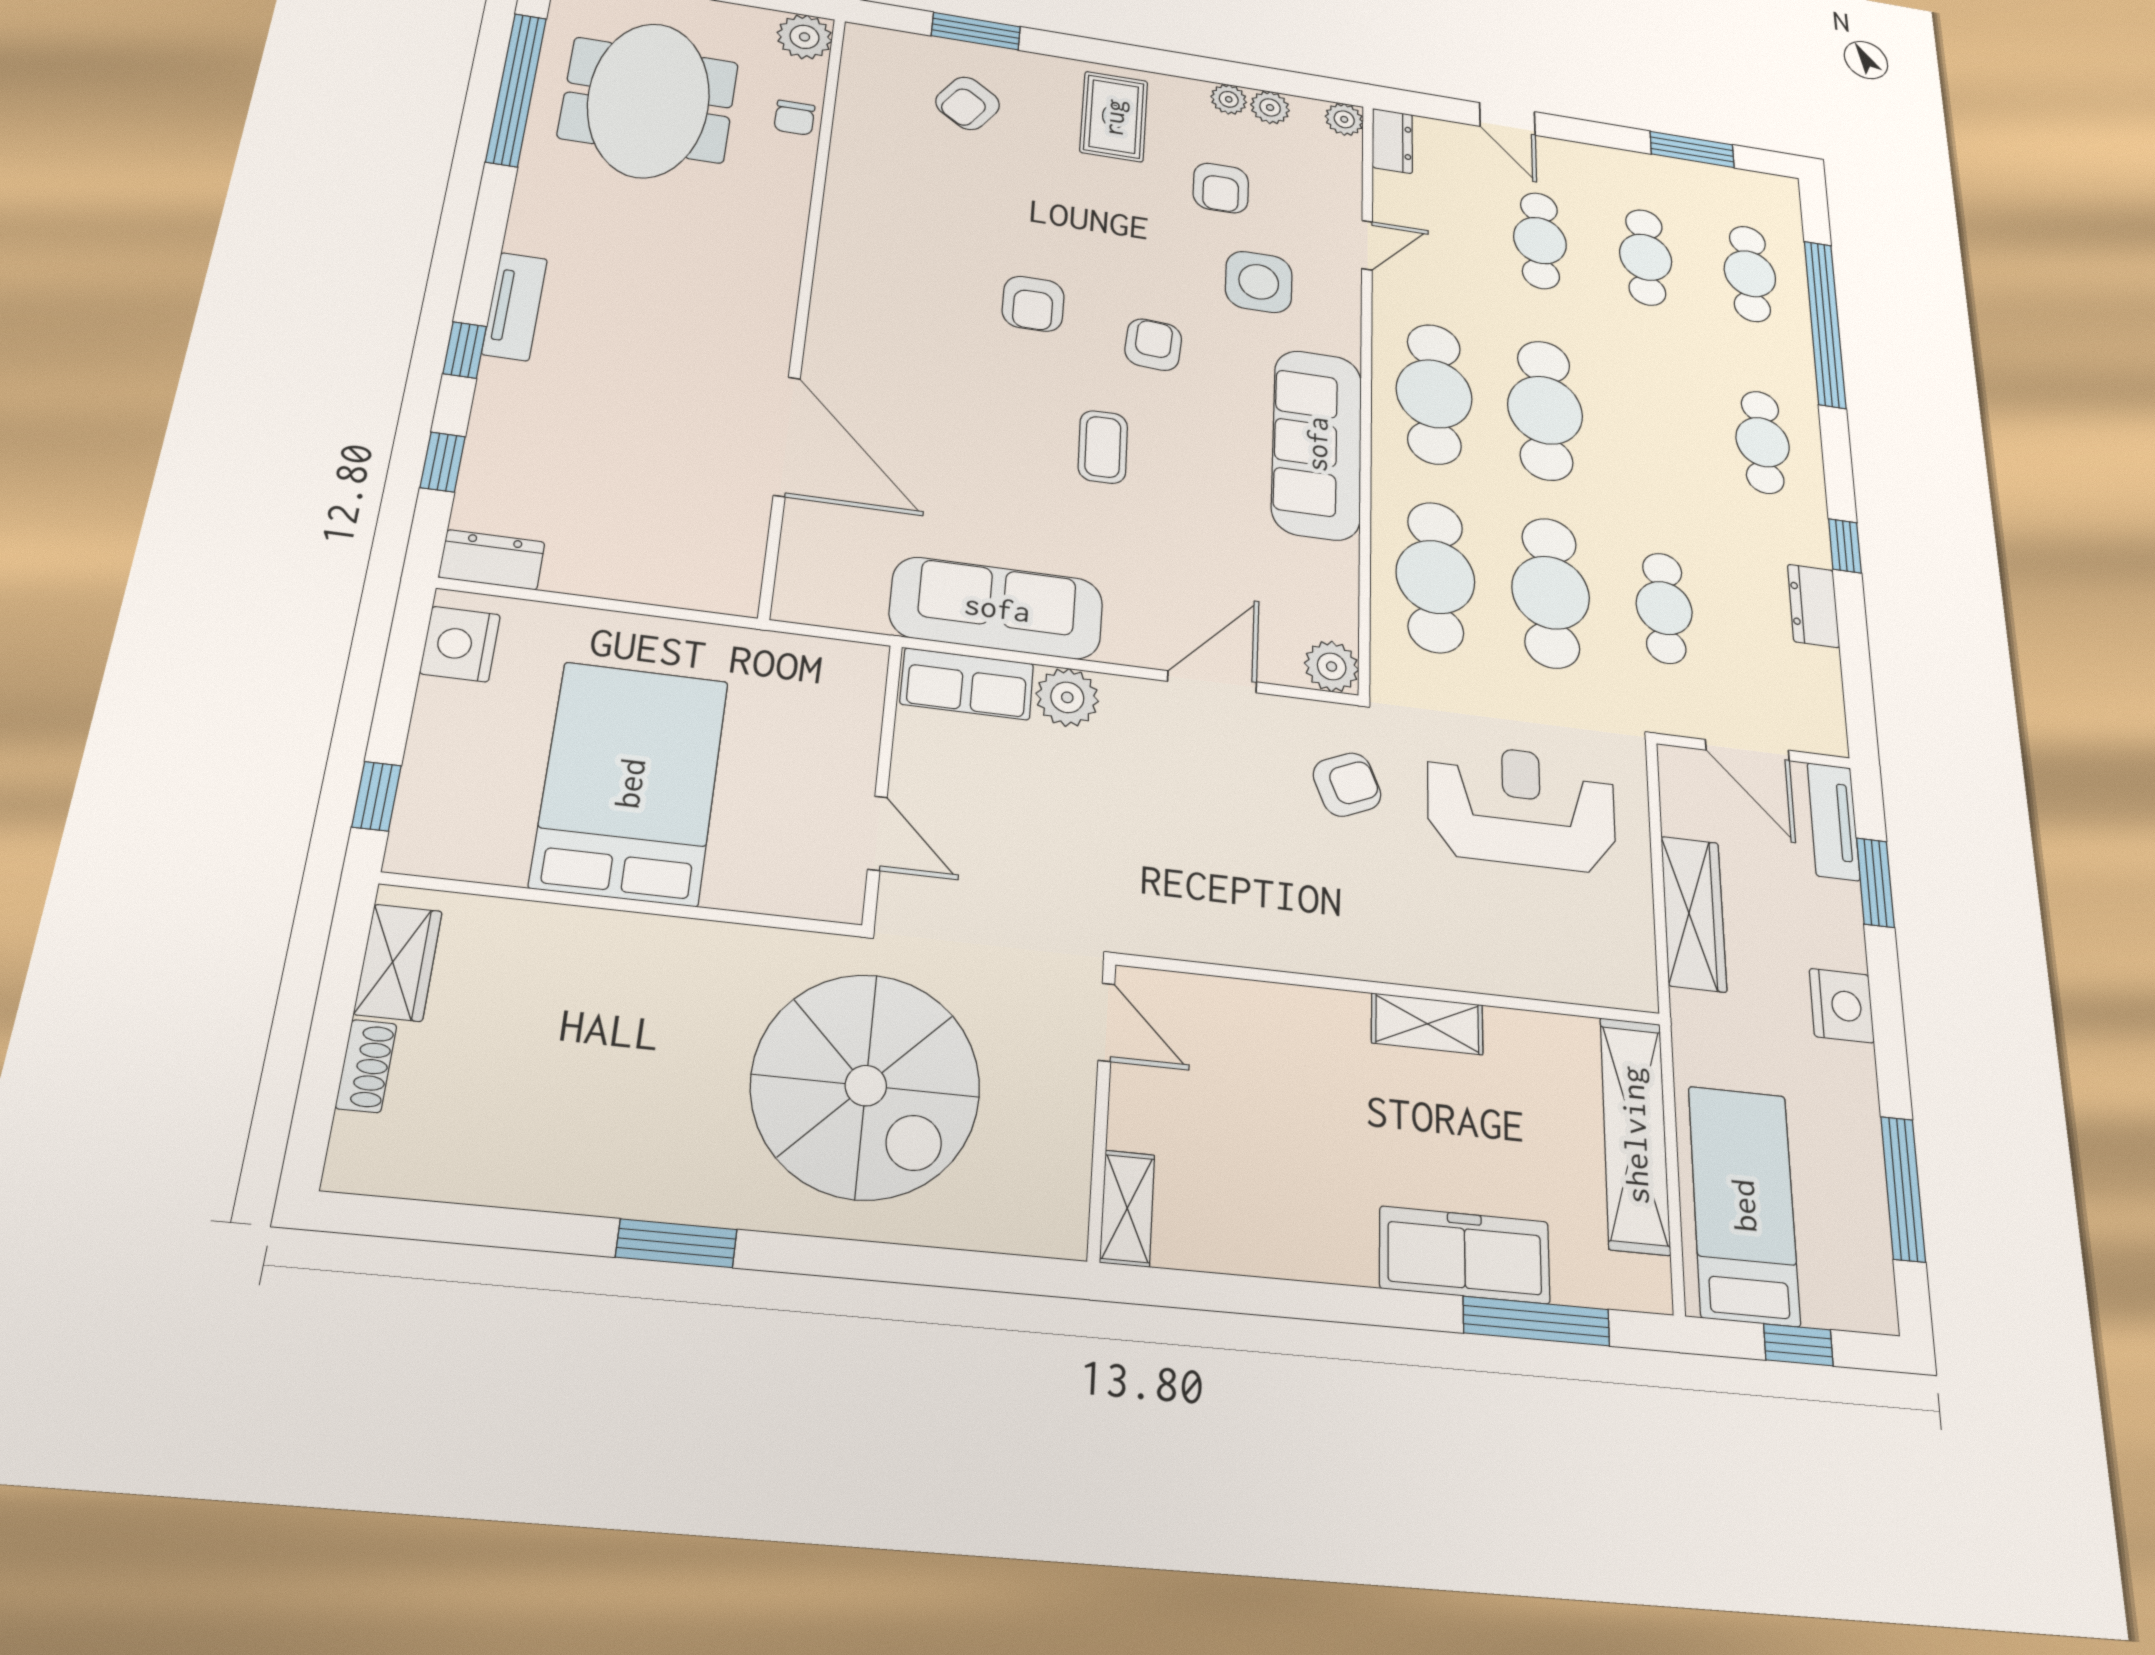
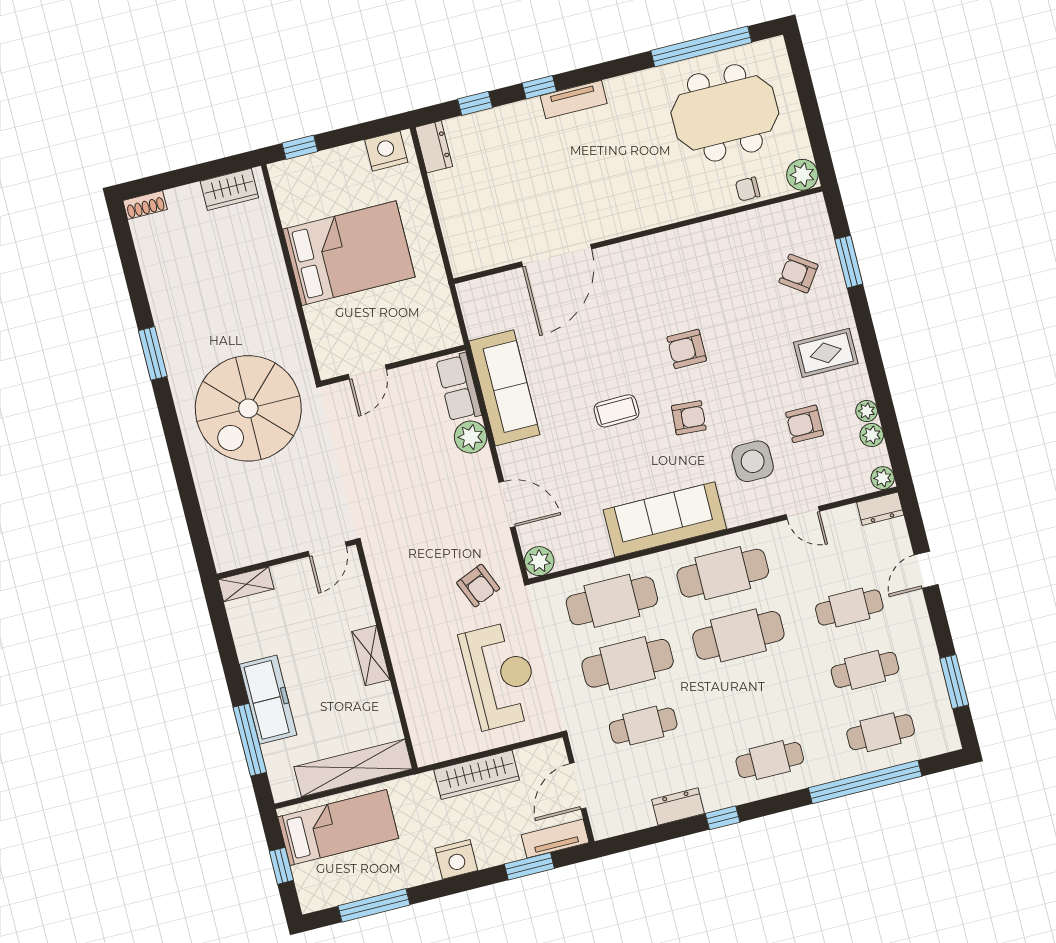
door: (1106, 1022) -> (327, 549), moved
shoe rack: (366, 1066) -> (145, 205), moved
wall: (1102, 1109) -> (286, 559), moved
shelving: (1127, 1208) -> (246, 584), moved

